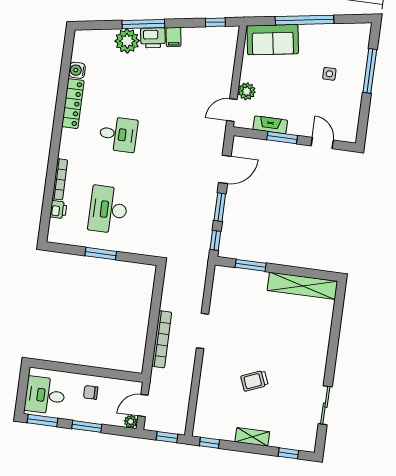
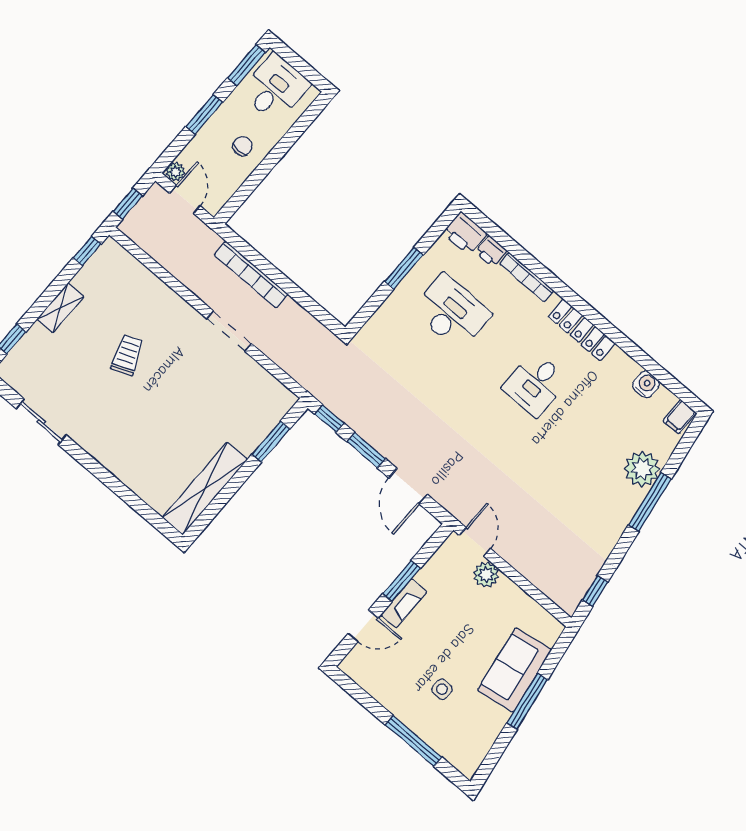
window: (305, 20) -> (527, 701), width x0.68
filing cabinet: (173, 37) -> (680, 417), moved, turned -81
printer: (153, 38) -> (465, 233), moved, turned -81
sofa: (273, 40) -> (514, 670), moved
locker: (73, 104) -> (582, 330), moved
fireplace: (270, 125) -> (404, 603), moved

